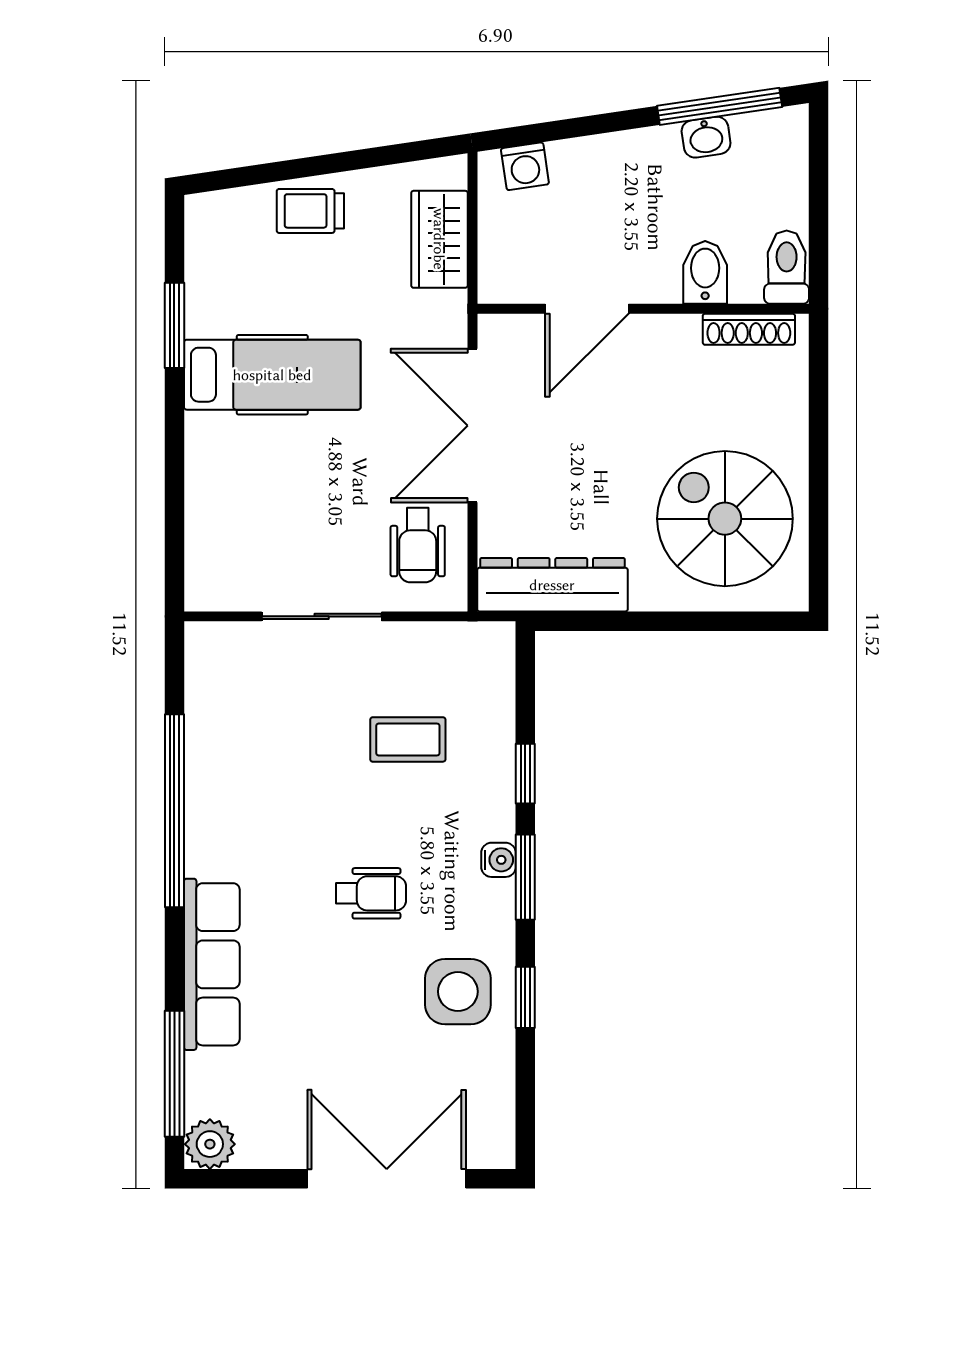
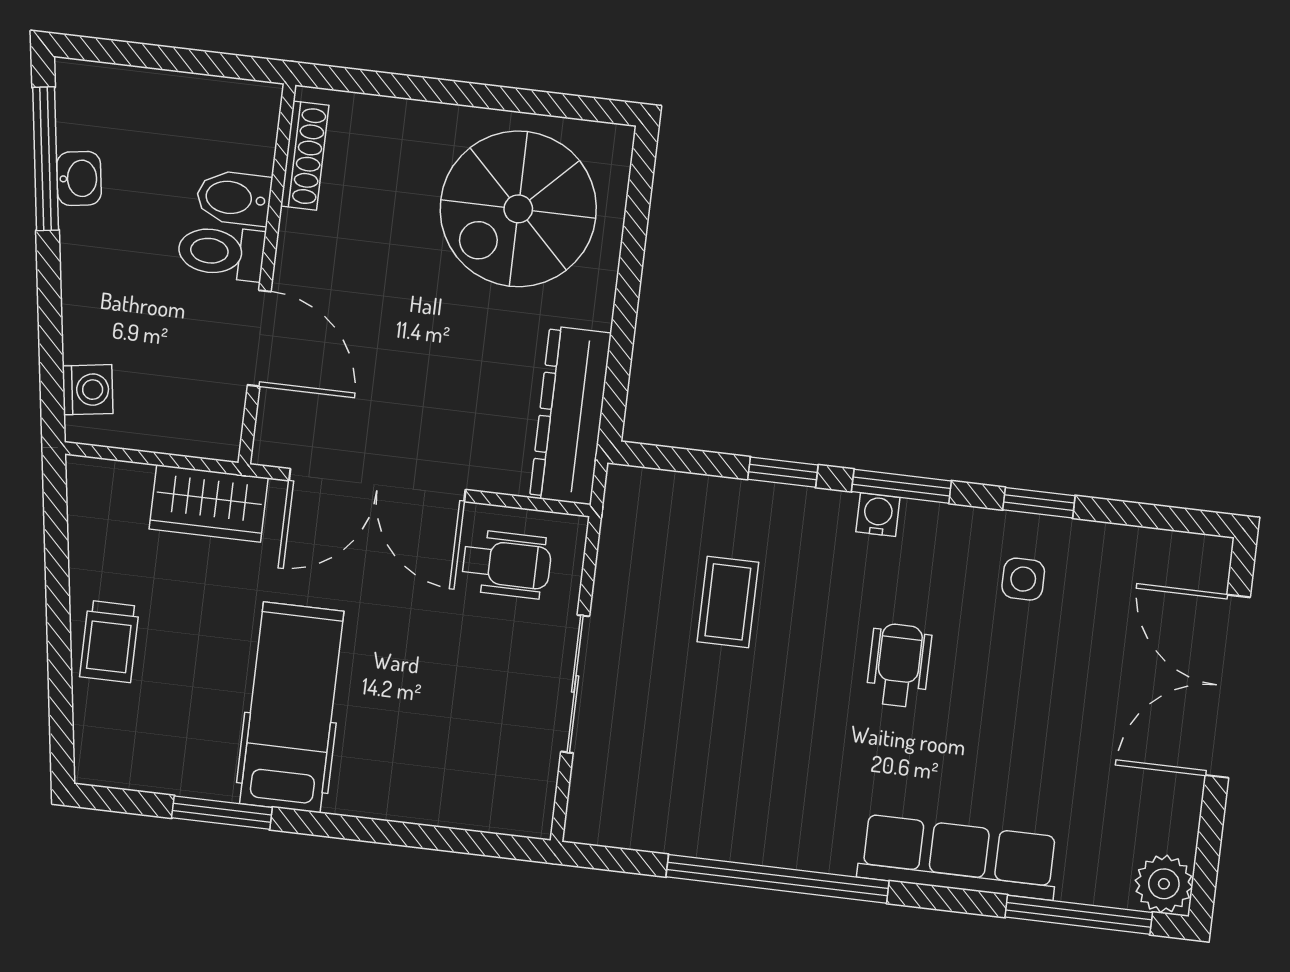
wardrobe: (439, 239) -> (209, 503), moved
toilet: (787, 267) -> (221, 252), moved
side table: (458, 992) -> (1023, 579), width x0.54, depth x0.54

